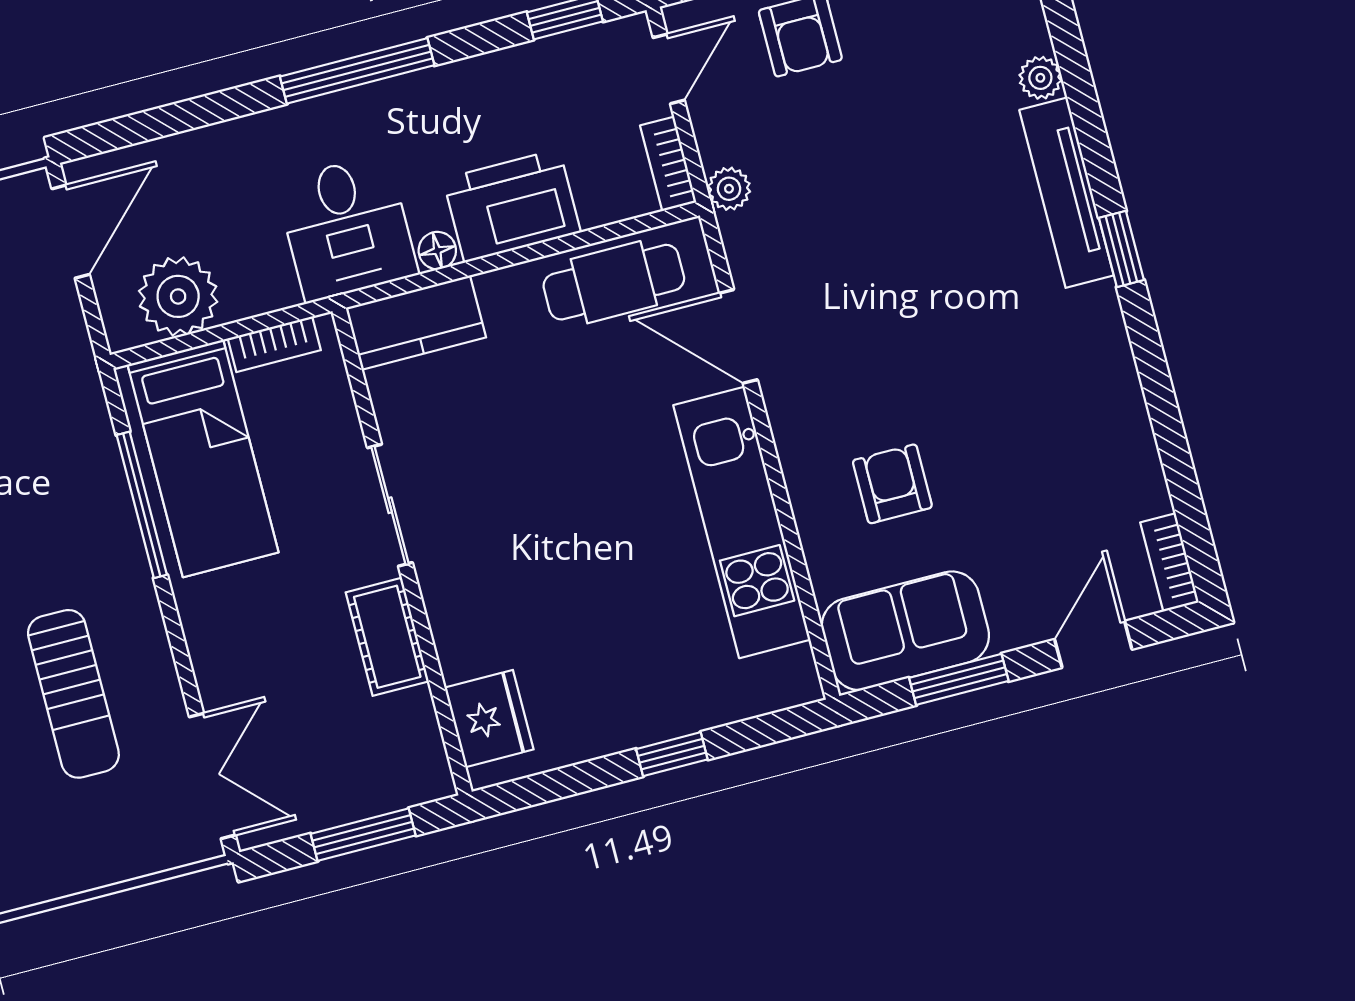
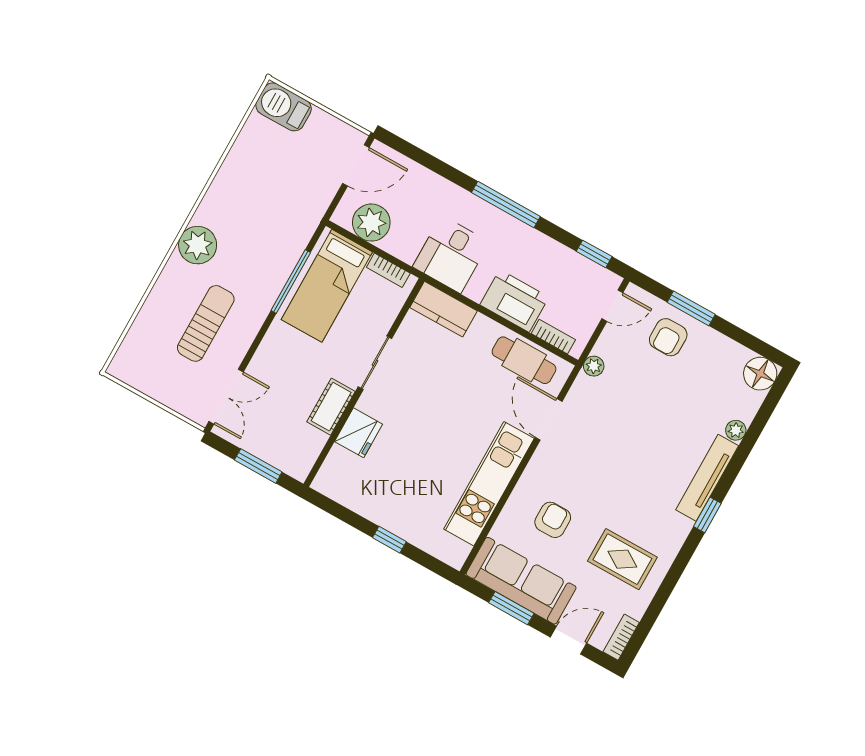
bookcase: (668, 164) -> (553, 337), moved, turned 90
floor lamp: (437, 251) -> (474, 292), removed
rug: (1057, 441) -> (622, 559), added
sofa: (905, 631) -> (521, 581), width x1.36
sun lounger: (73, 694) -> (206, 323), turned 180
fridge: (489, 719) -> (358, 433), moved

